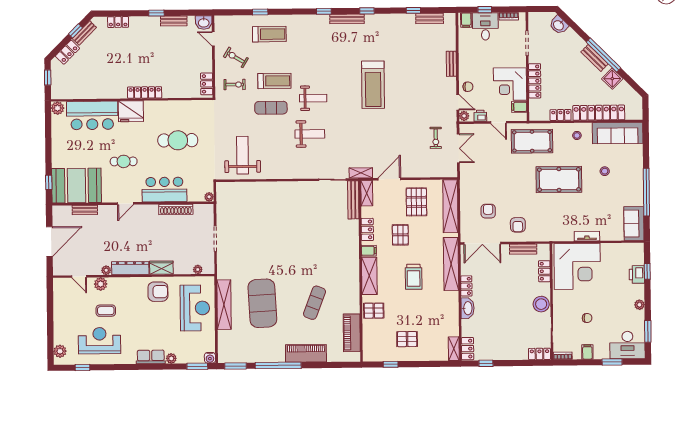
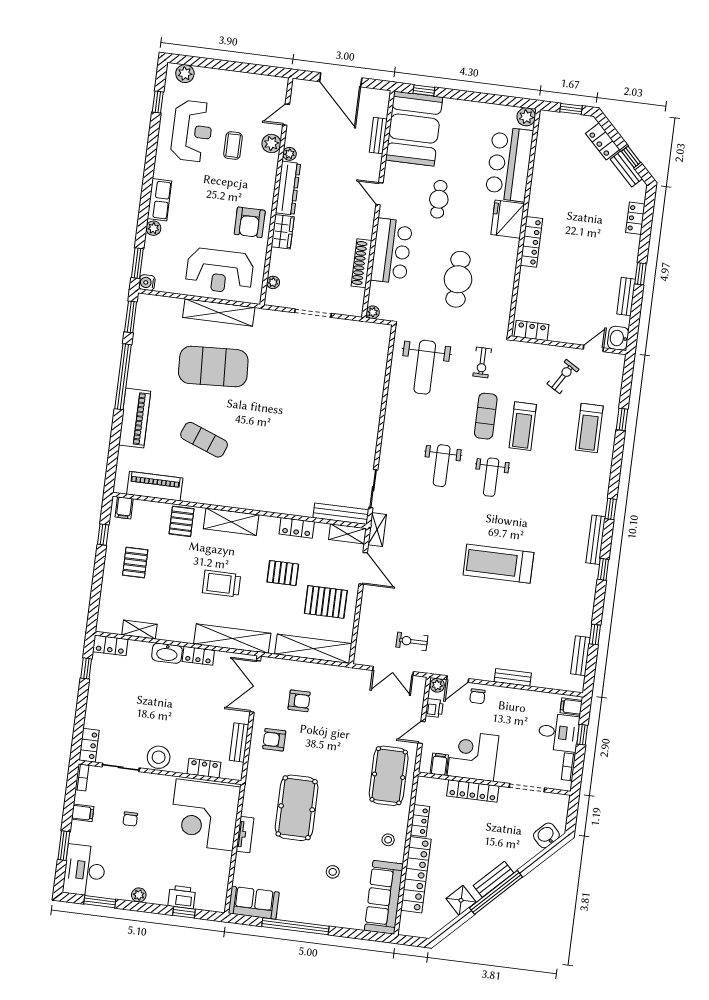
exercise bike: (235, 85) -> (482, 363), moved
weight bench: (243, 155) -> (425, 367), turned 90
pool table: (559, 180) -> (297, 808), moved
filing cabinet: (369, 251) -> (124, 508), moved
shelving: (454, 349) -> (139, 630), moved

